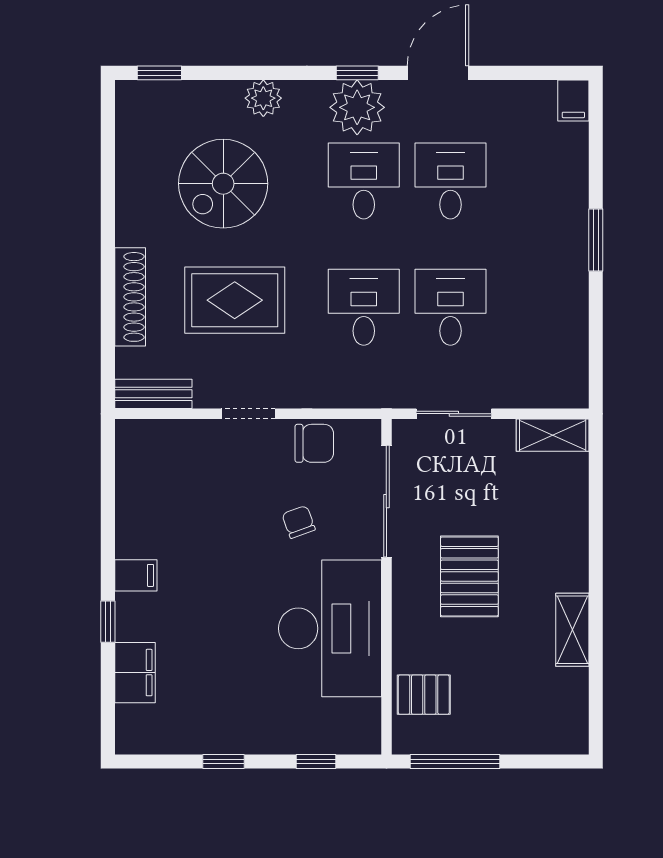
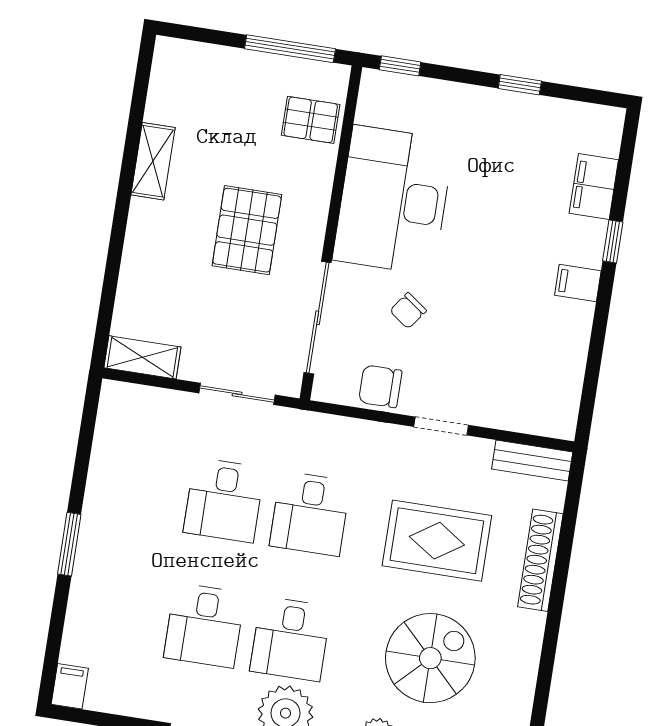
chair: (299, 522) -> (408, 311), turned 56
window: (316, 761) -> (400, 66), moved

